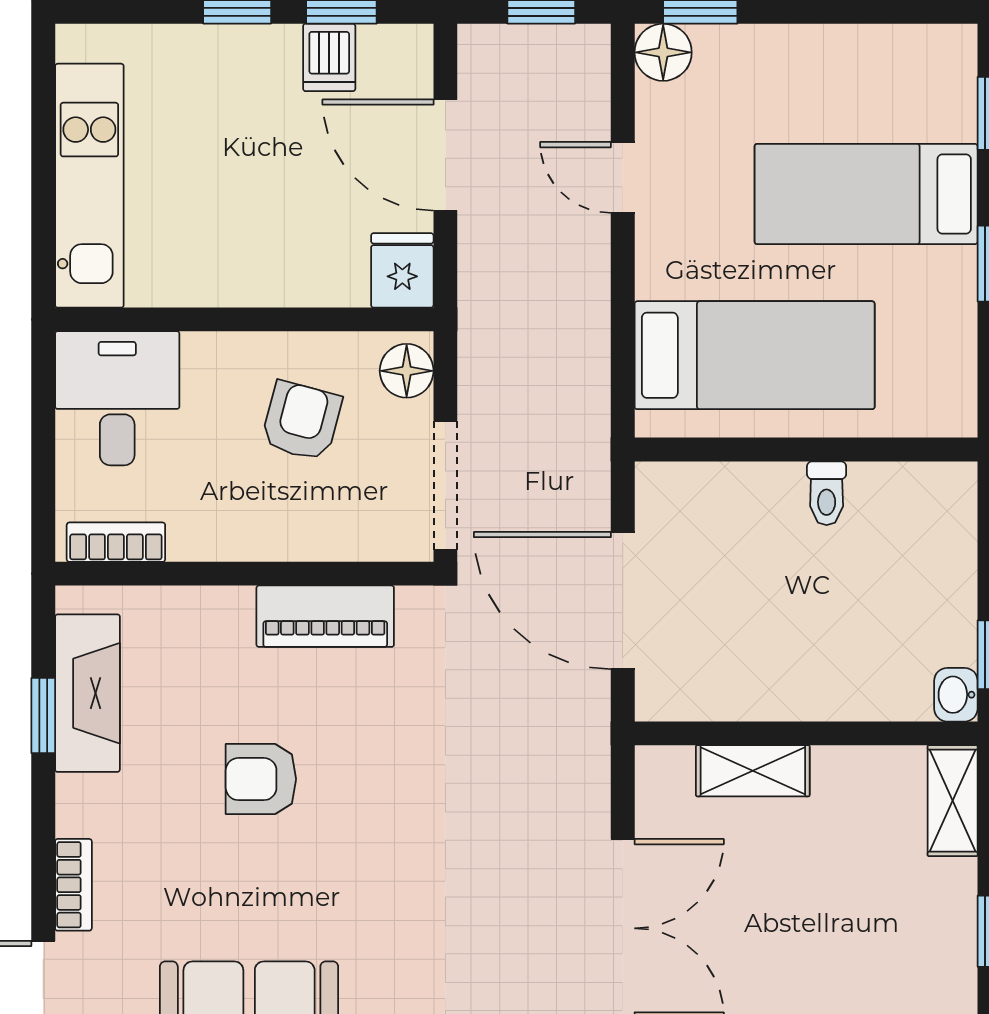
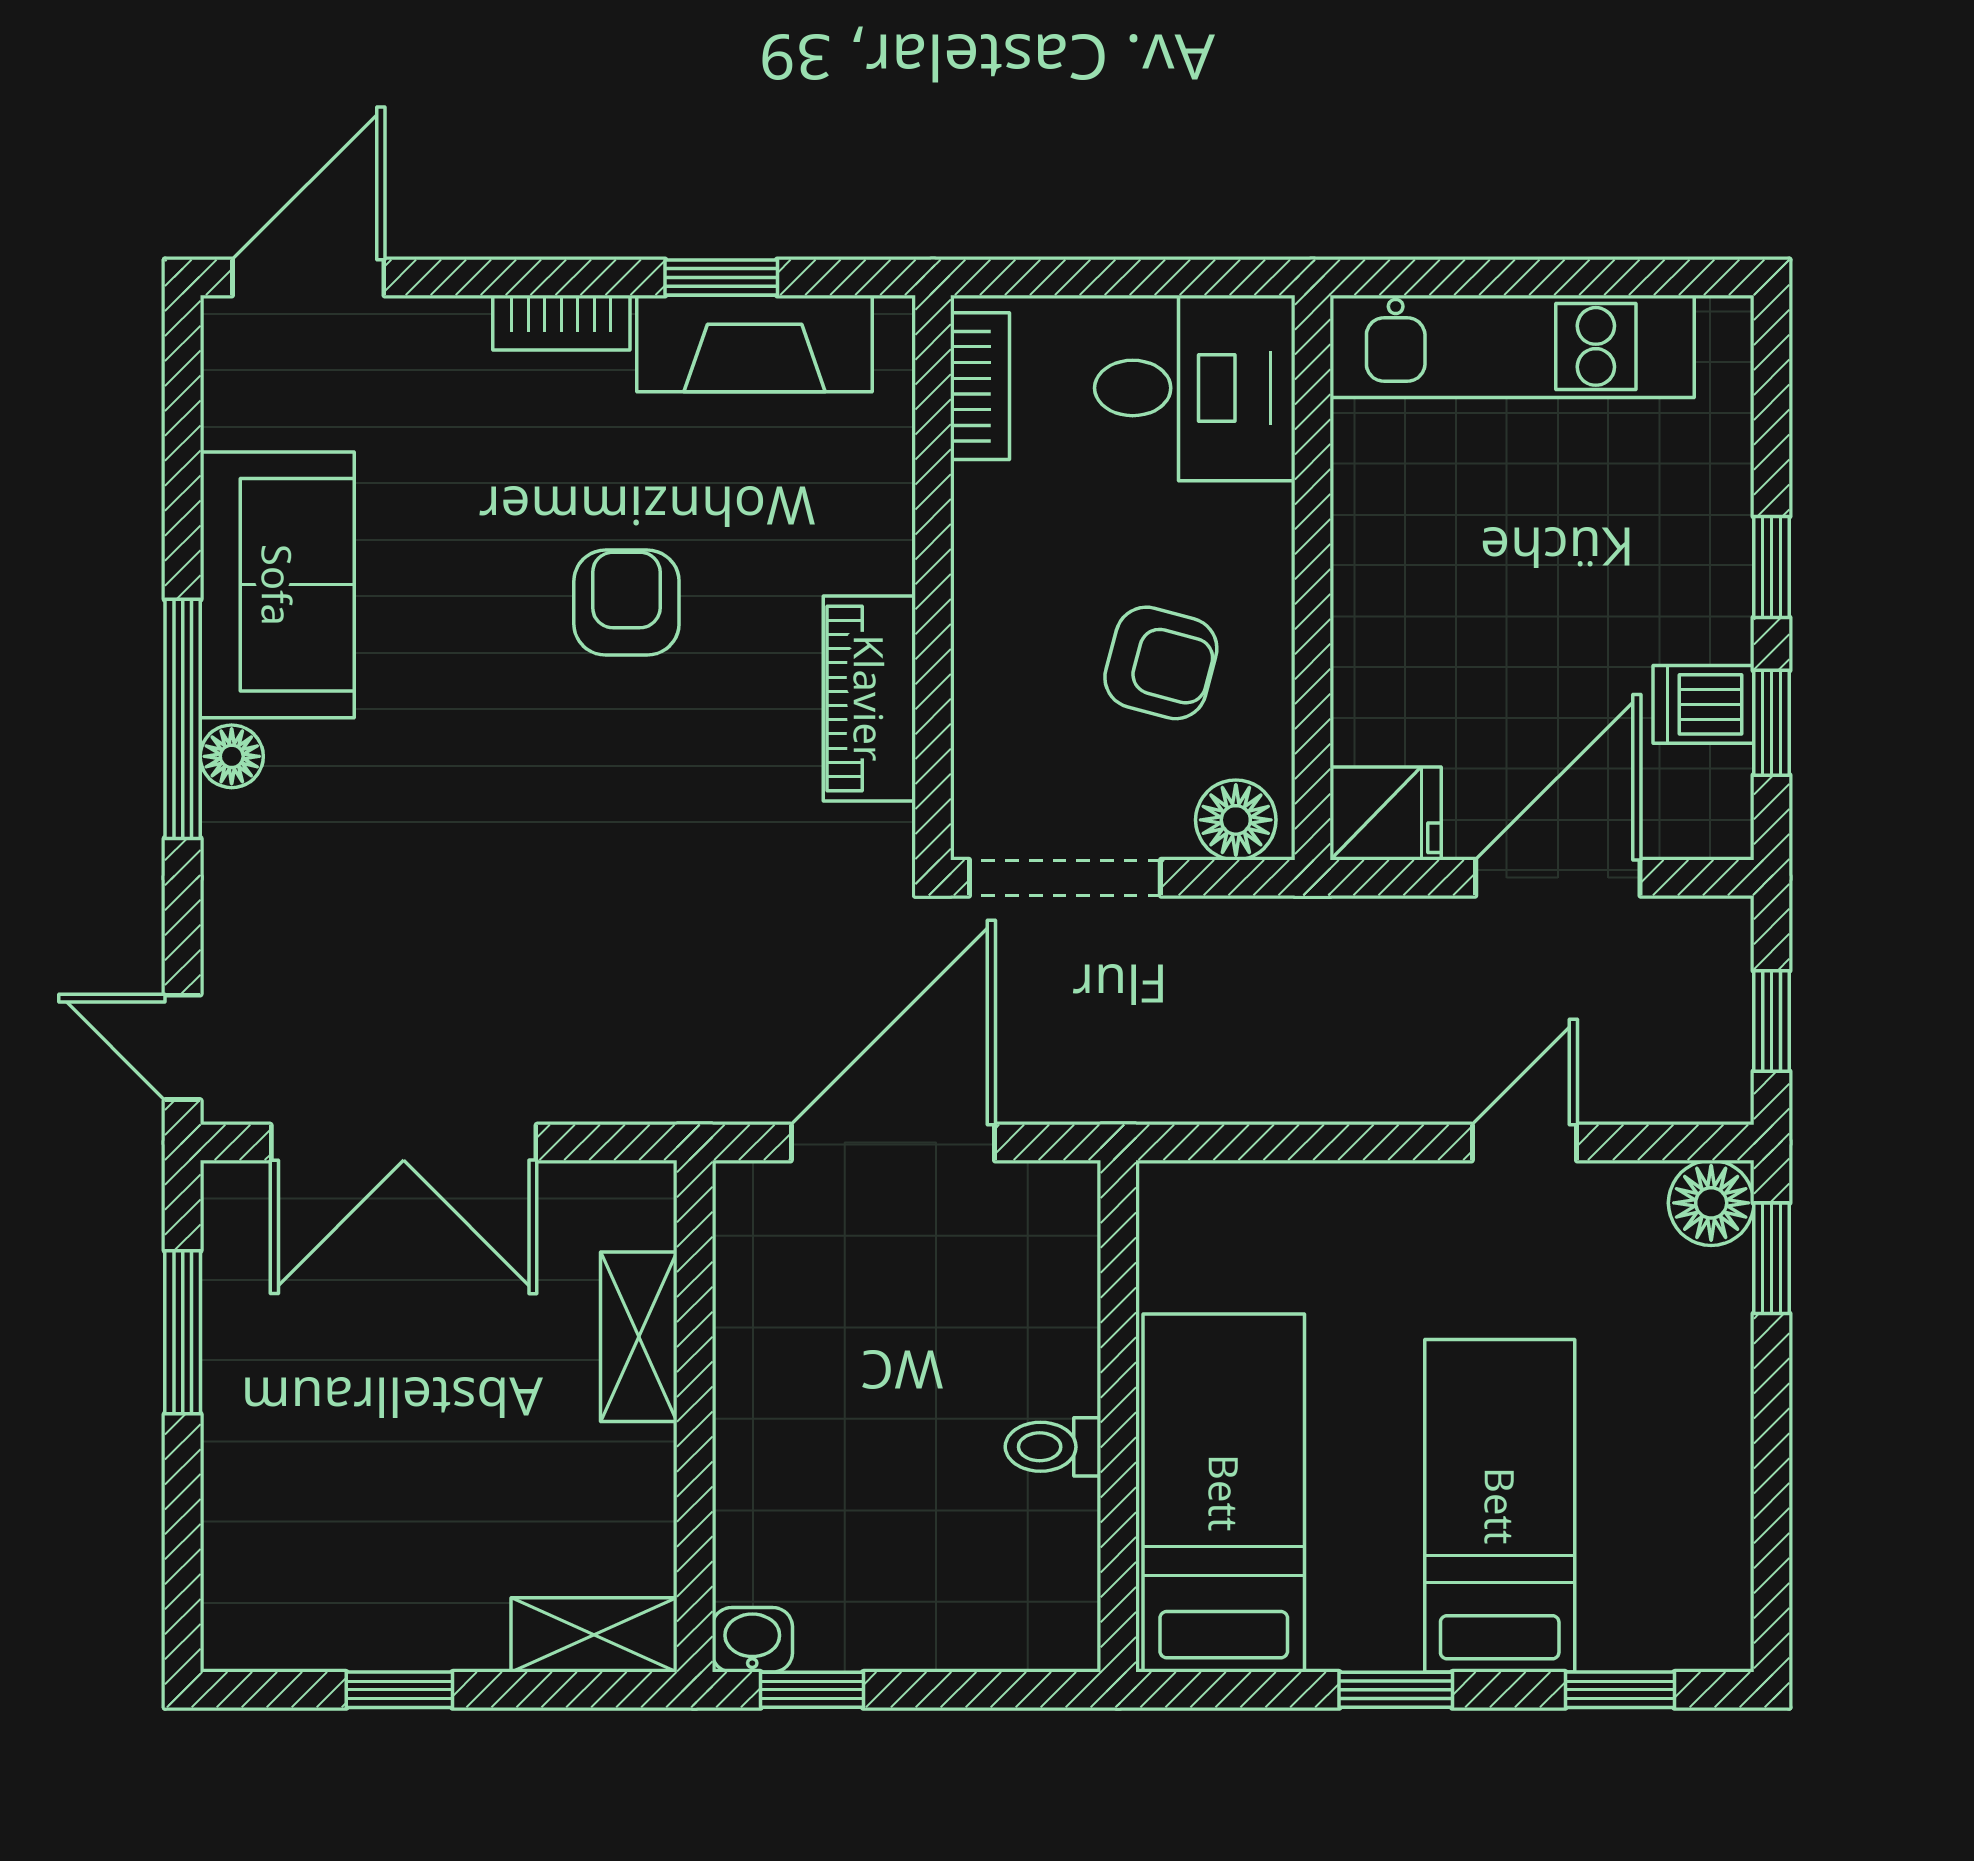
bed: (755, 355) -> (1224, 1493), moved, turned 180
bookcase: (73, 885) -> (561, 323), moved

